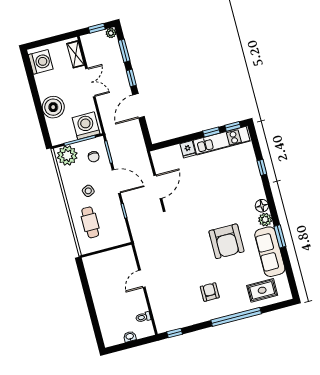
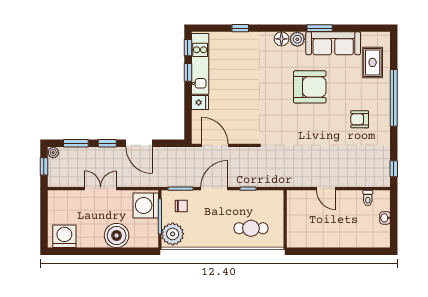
shelving: (76, 54) -> (66, 196), removed
door: (158, 187) -> (215, 145), moved
side table: (88, 191) -> (217, 221), removed

